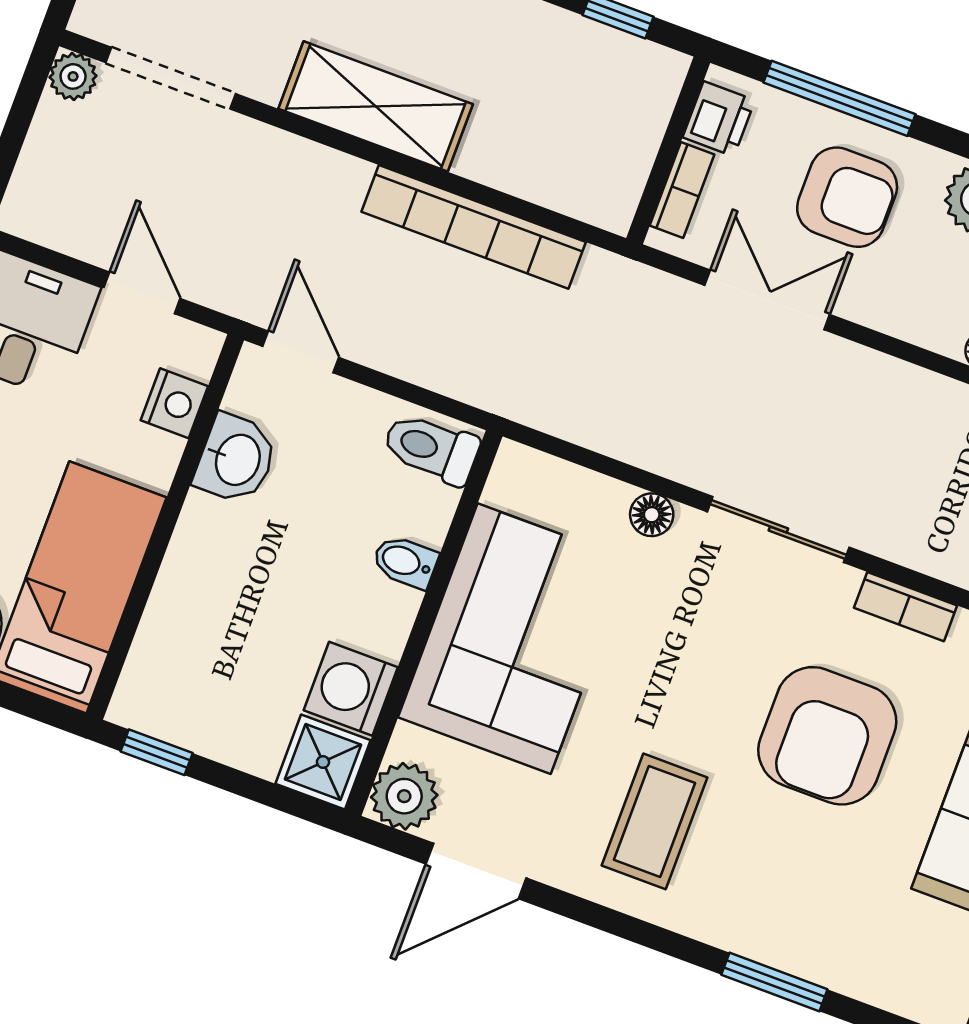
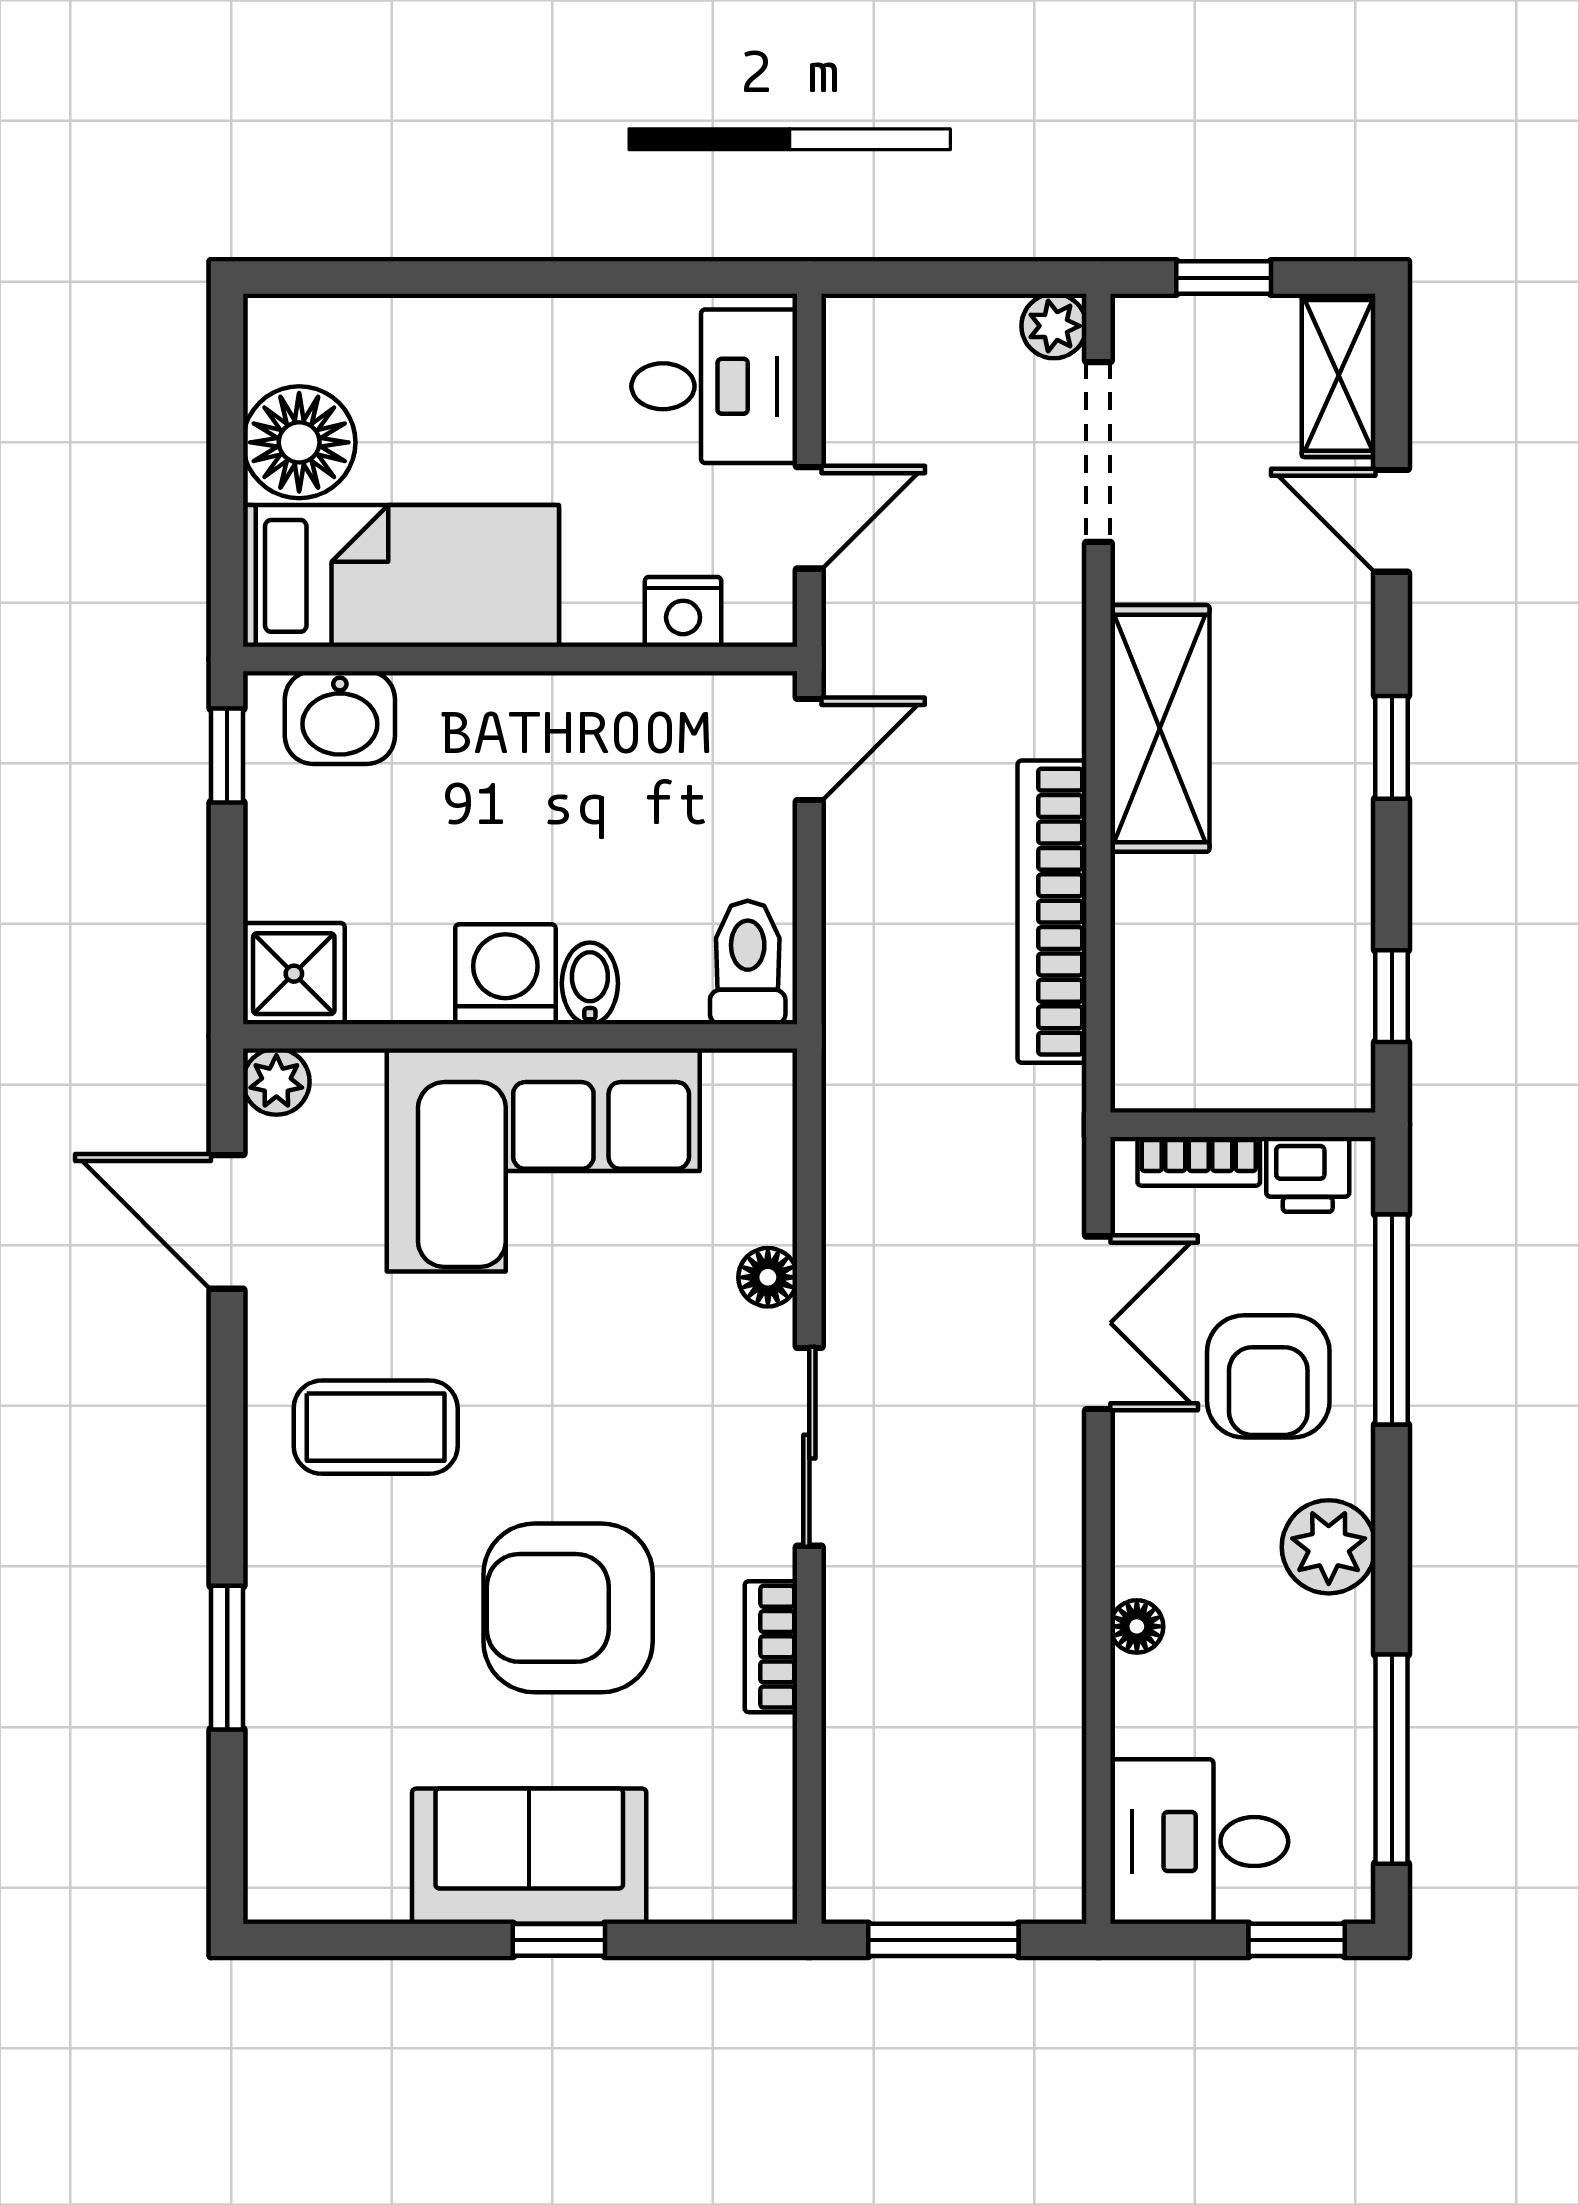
washbasin: (236, 459) -> (340, 718), moved
washing machine: (351, 689) -> (505, 974), moved
plant: (404, 796) -> (276, 1082), width x0.73, depth x0.73

